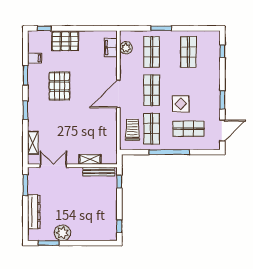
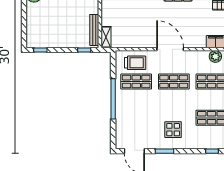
display table: (181, 104) -> (173, 130), moved
shop shelf: (188, 129) -> (136, 118), removed
shelving: (90, 159) -> (106, 37), moved

